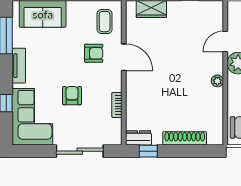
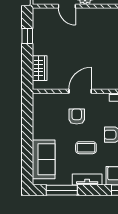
coffee table: (105, 22) -> (86, 148), moved
plant: (217, 81) -> (100, 13), removed

